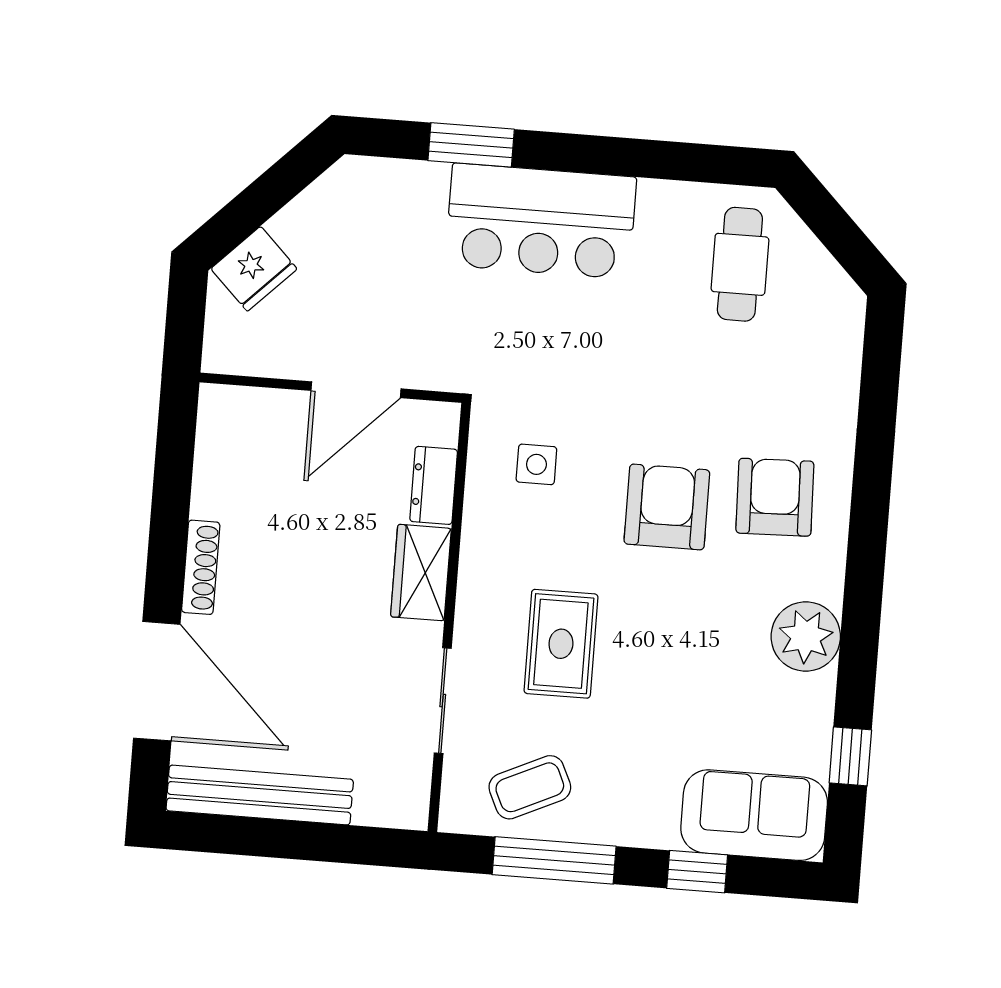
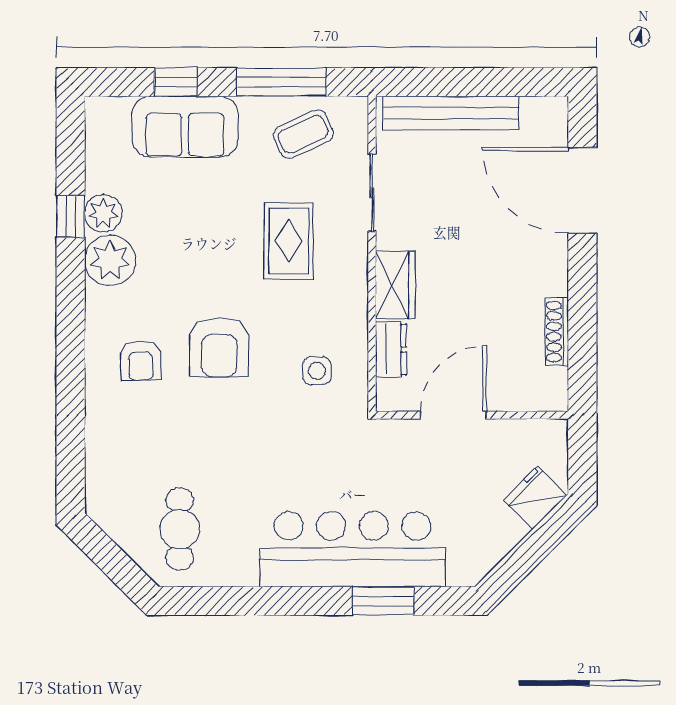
bar counter: (541, 221) -> (353, 549), width x1.36
armchair: (775, 497) -> (141, 361), width x0.72, depth x0.72
shoe rack: (201, 567) -> (557, 332), moved
plant: (810, 701) -> (103, 213), added
window: (850, 756) -> (71, 217), moved
bench: (260, 795) -> (451, 113), moved
sofa: (754, 815) -> (185, 127), moved

